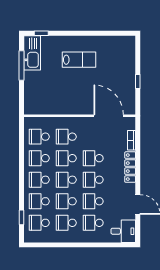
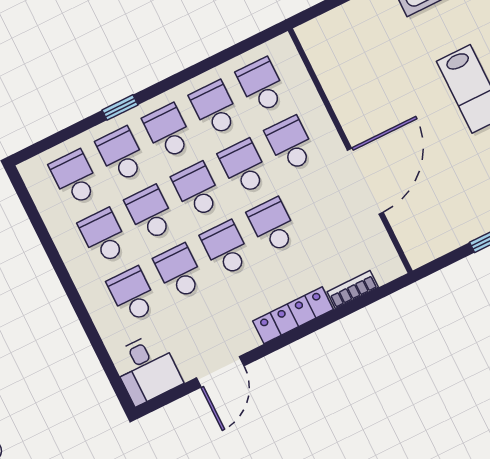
door: (109, 116) -> (365, 181), moved
window: (22, 217) -> (120, 107), moved

